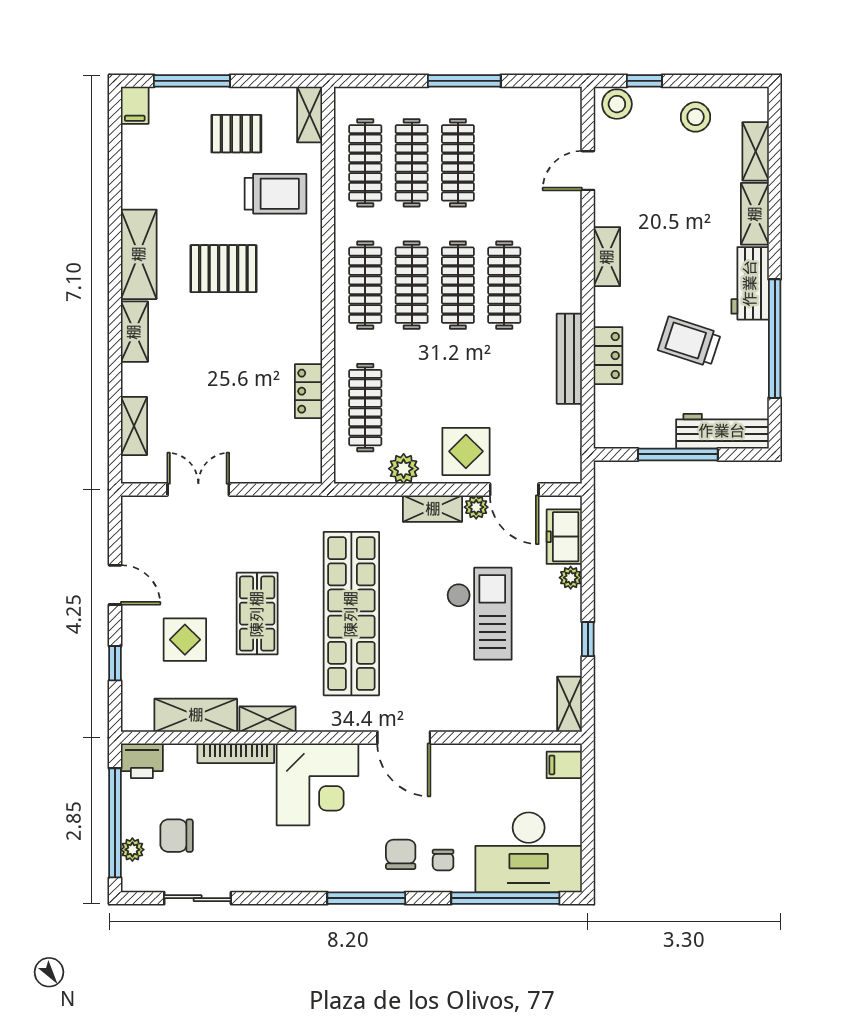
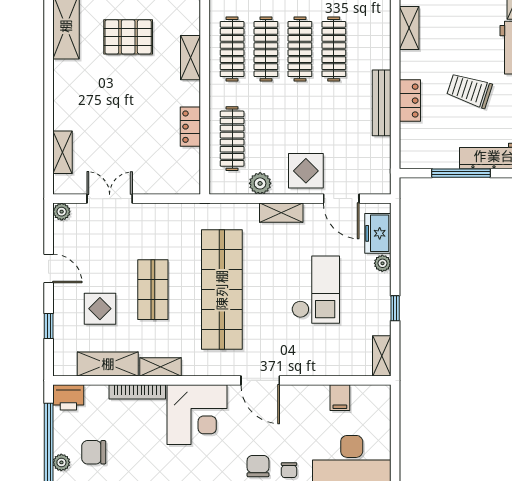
shelving: (134, 332) -> (191, 58), moved
plant: (476, 507) -> (62, 212), moved
filing cabinet: (564, 765) -> (340, 398), moved, turned -90

